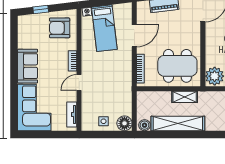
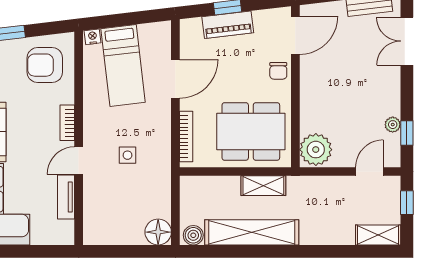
chair: (193, 31) -> (278, 71), added
tv unit: (72, 115) -> (66, 197), moved
side table: (104, 121) -> (128, 155), moved

